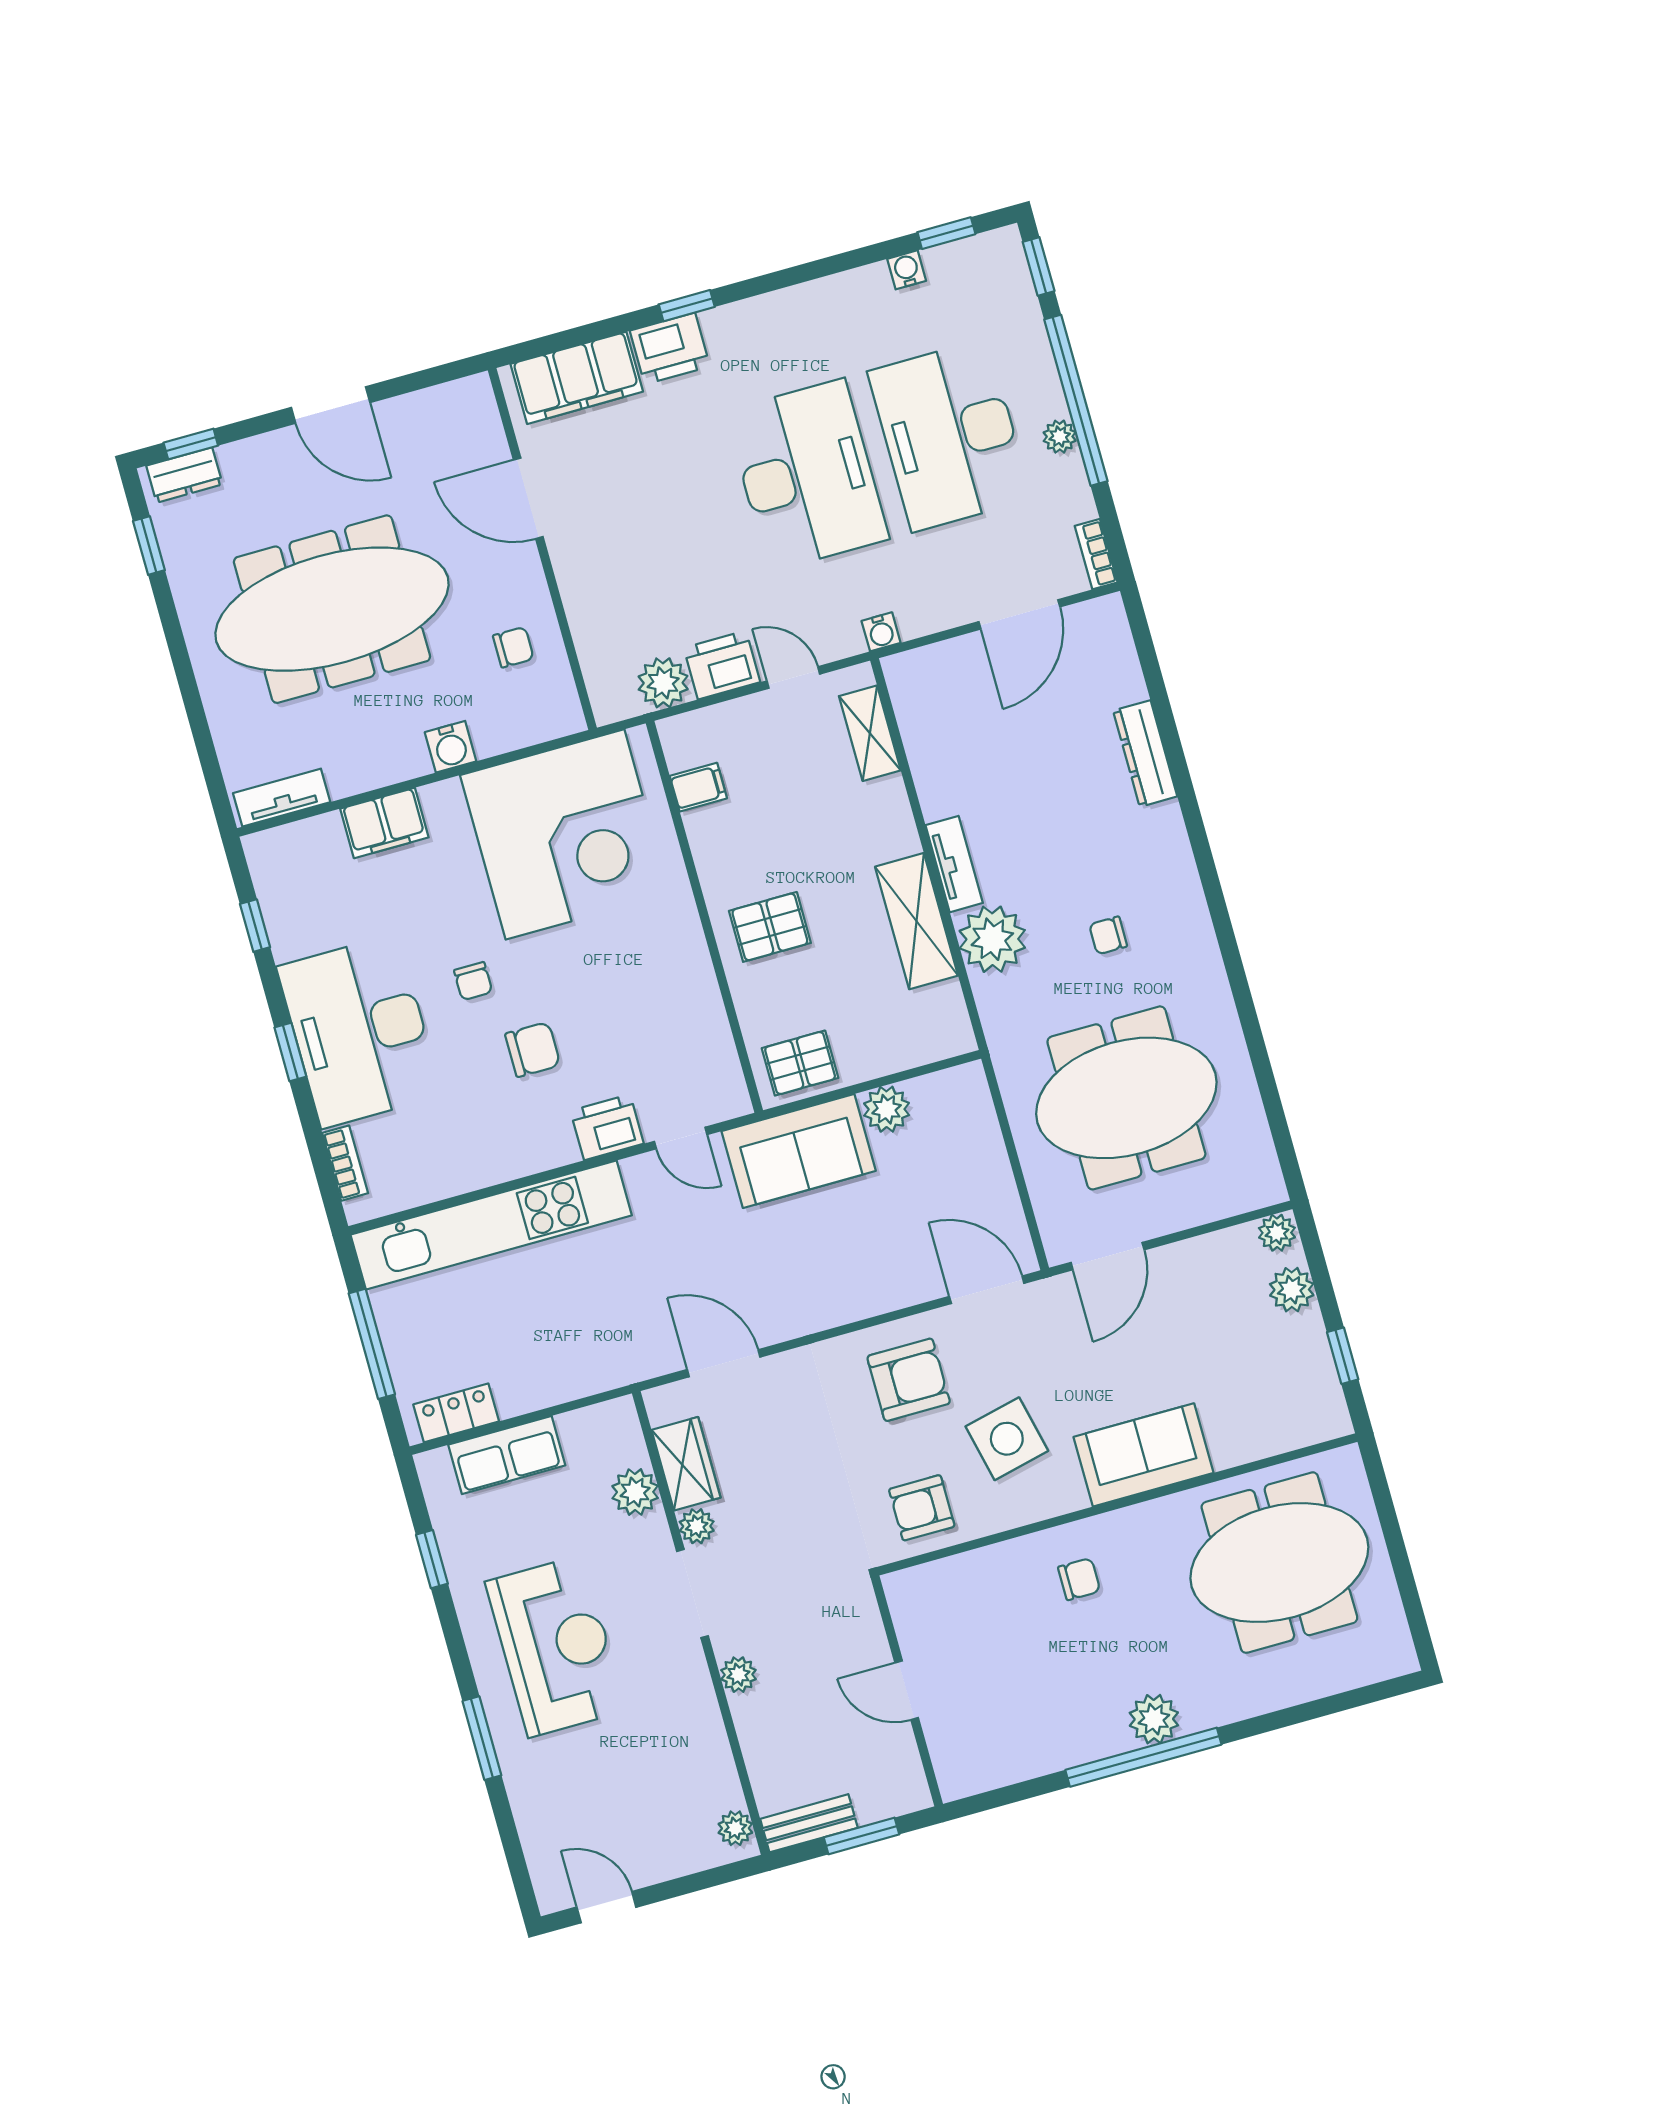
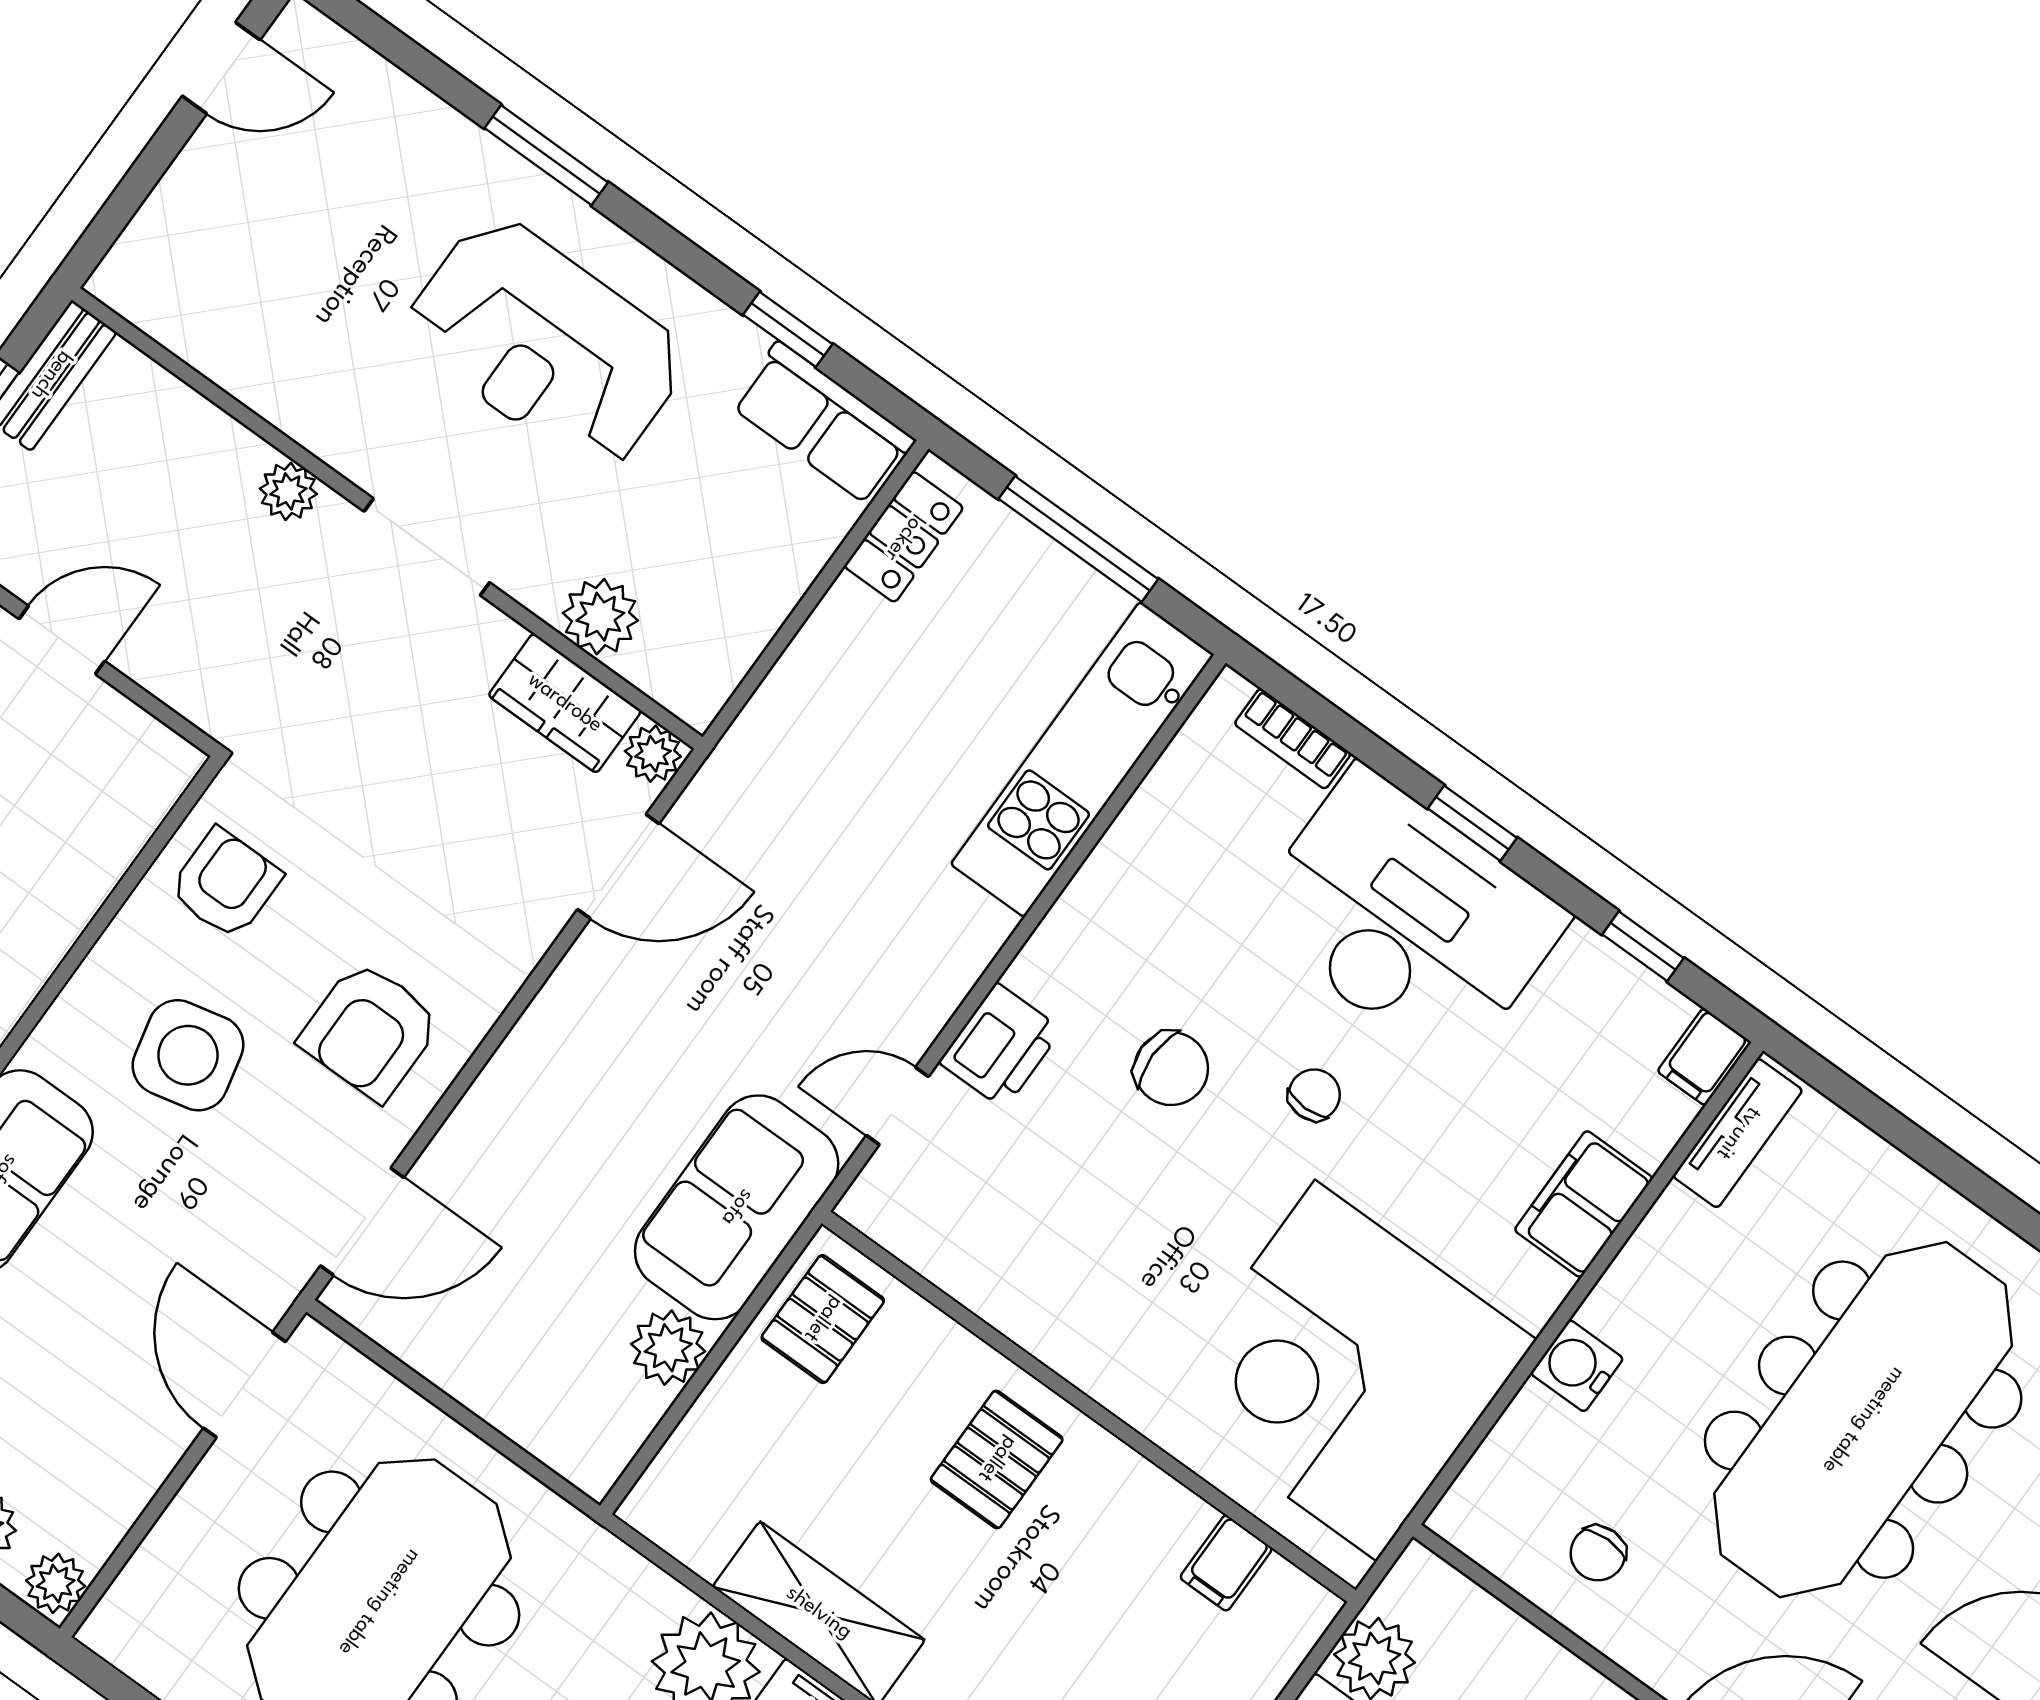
filing cabinet: (268, 848) -> (1704, 1057), added
chair: (473, 981) -> (1314, 1095), turned 90
chair: (533, 1050) -> (1171, 1069), turned -90
kitchen unit: (491, 1225) -> (1082, 759), width x0.73
row of seats: (507, 1455) -> (823, 423), moved, turned -90
plant: (697, 1526) -> (653, 754), moved
plant: (735, 1828) -> (139, 296), removed

